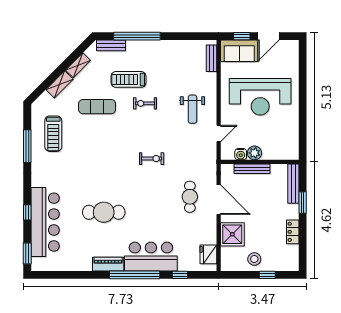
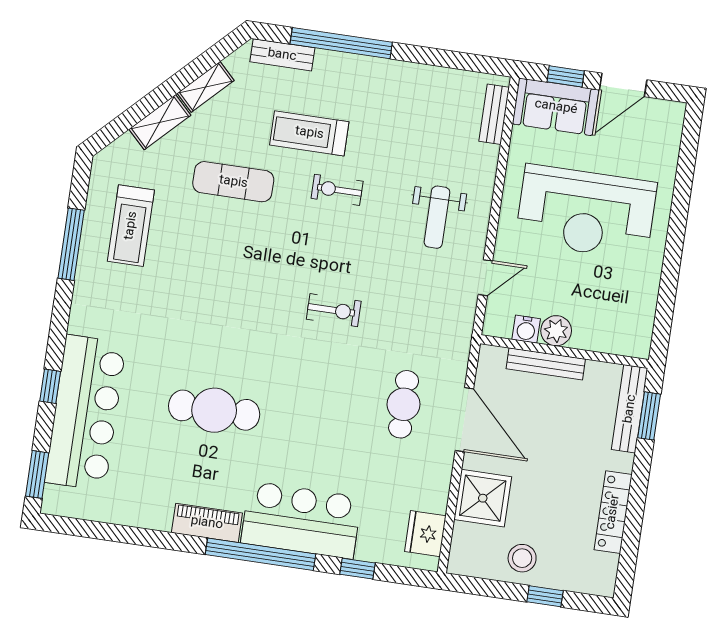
window: (303, 203) -> (649, 416), moved
locker: (293, 232) -> (613, 512), width x1.53

